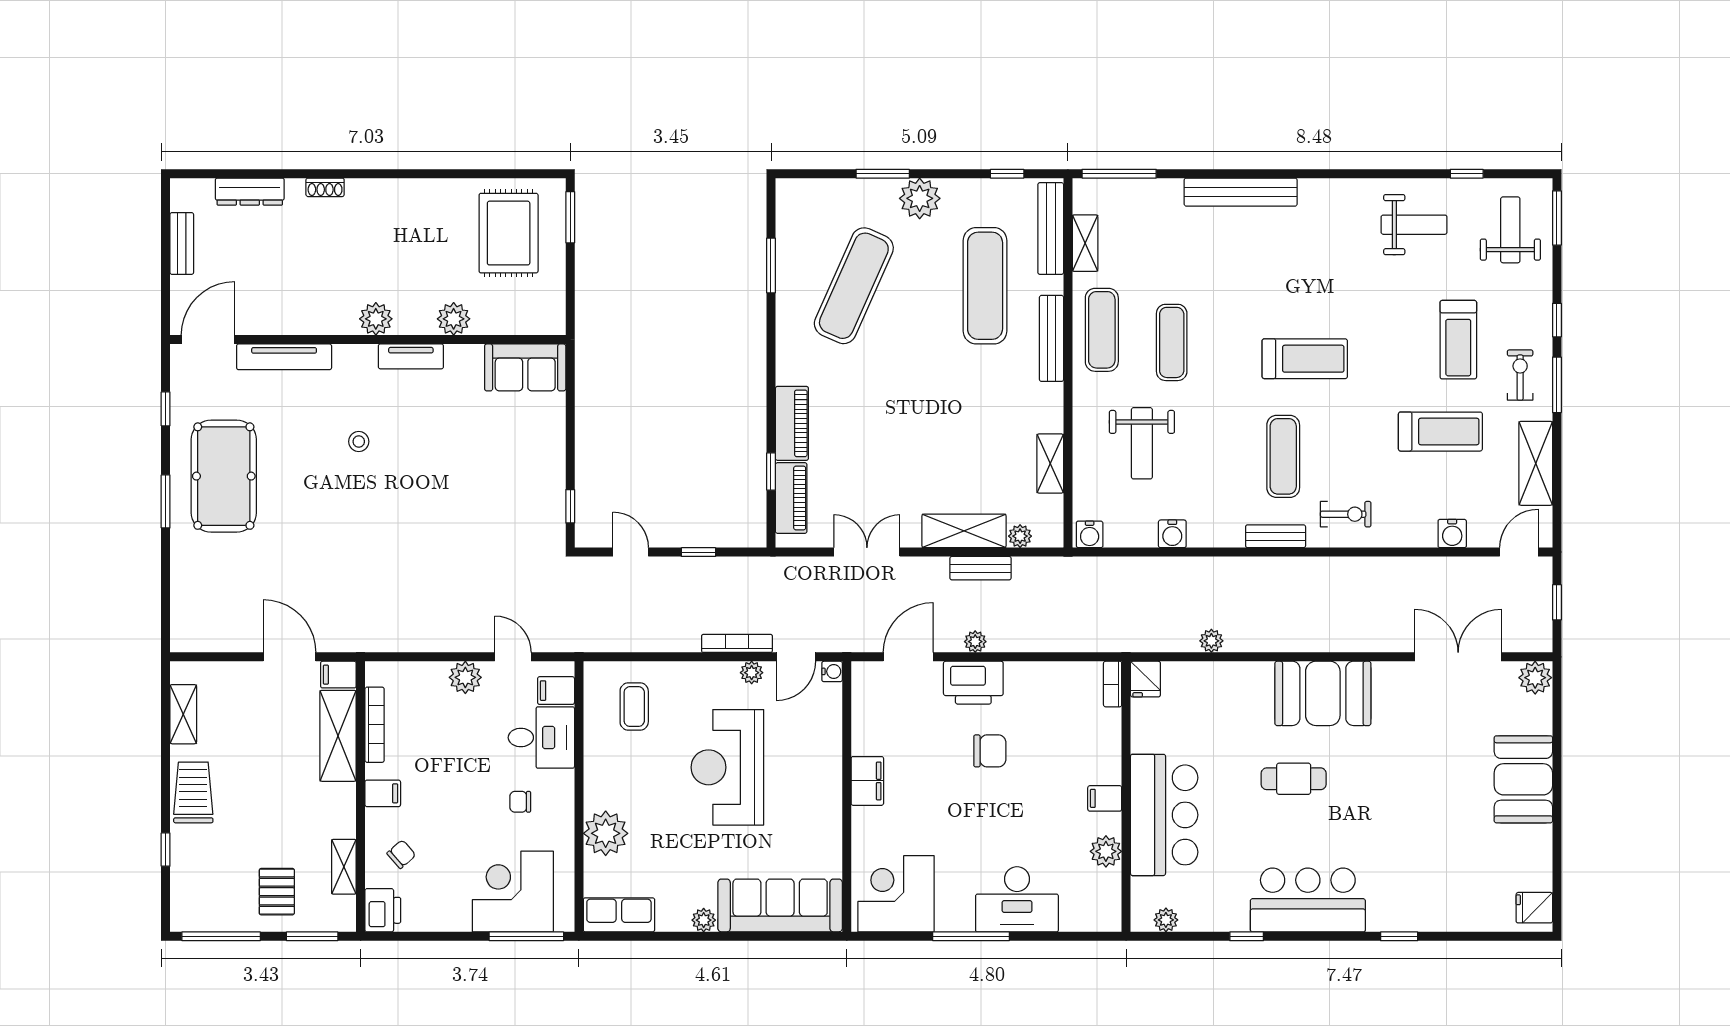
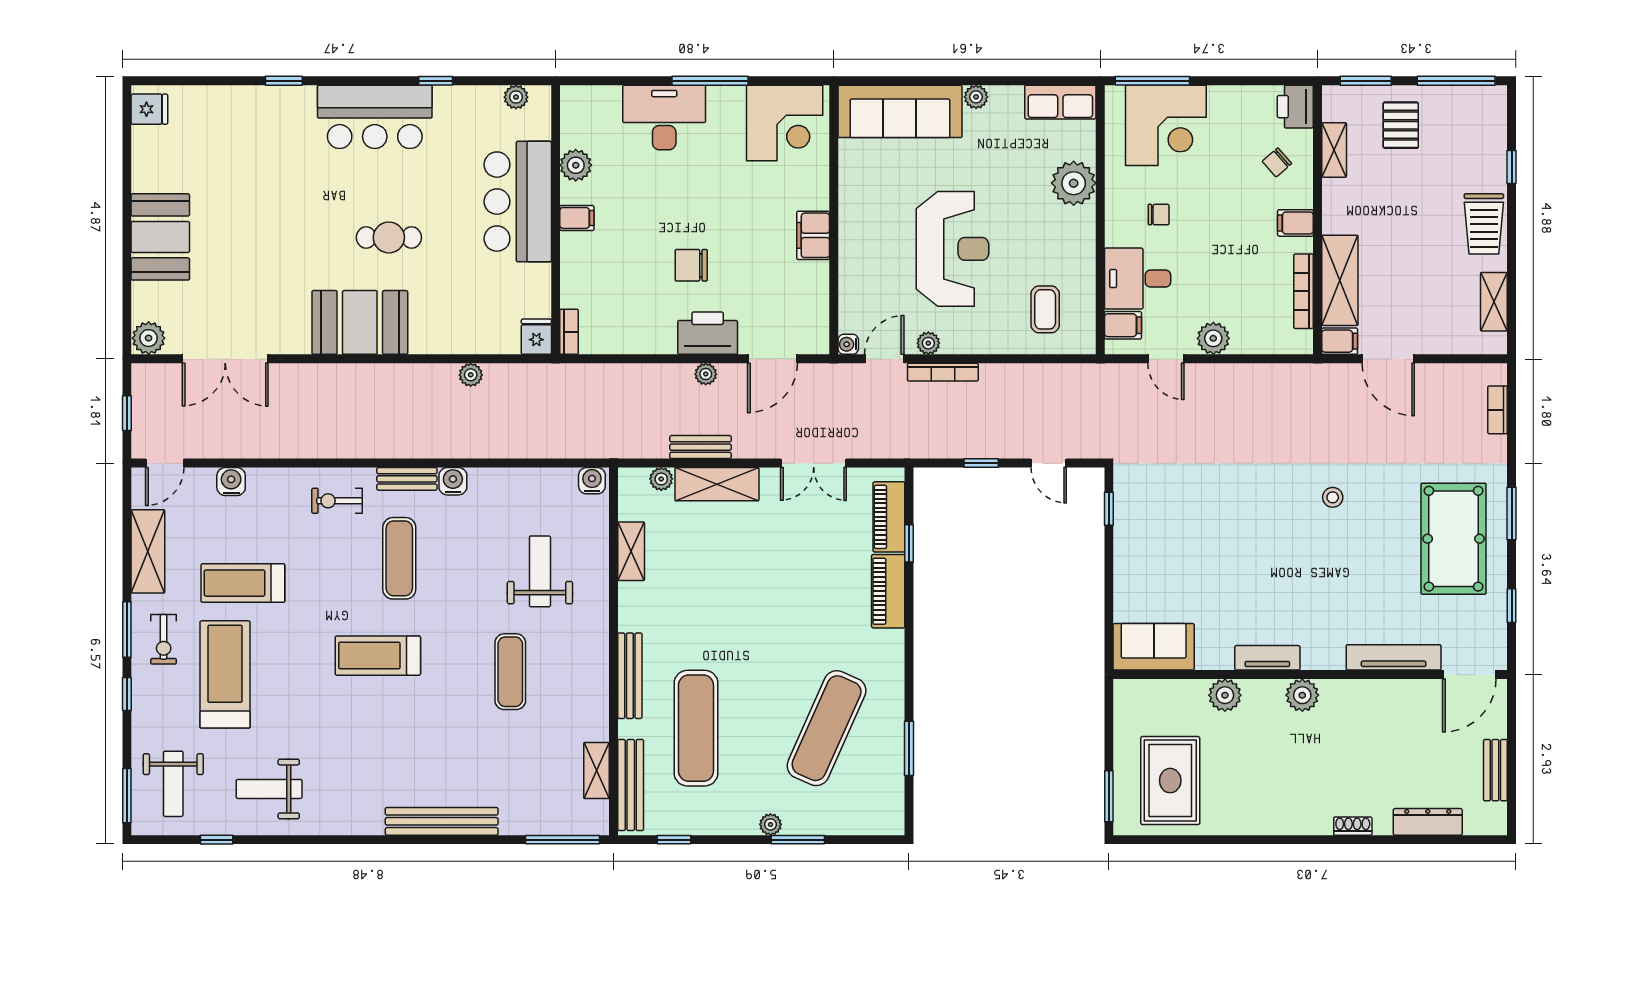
plant: (920, 198) -> (770, 824), width x0.53, depth x0.53
exercise mat: (1102, 330) -> (580, 684), removed
treadmill: (1458, 340) -> (225, 674), width x1.37, depth x1.38
stool: (359, 442) -> (1333, 497), moved
water cooler: (1172, 534) -> (453, 481), moved
bookcase: (180, 606) -> (1498, 410), added

